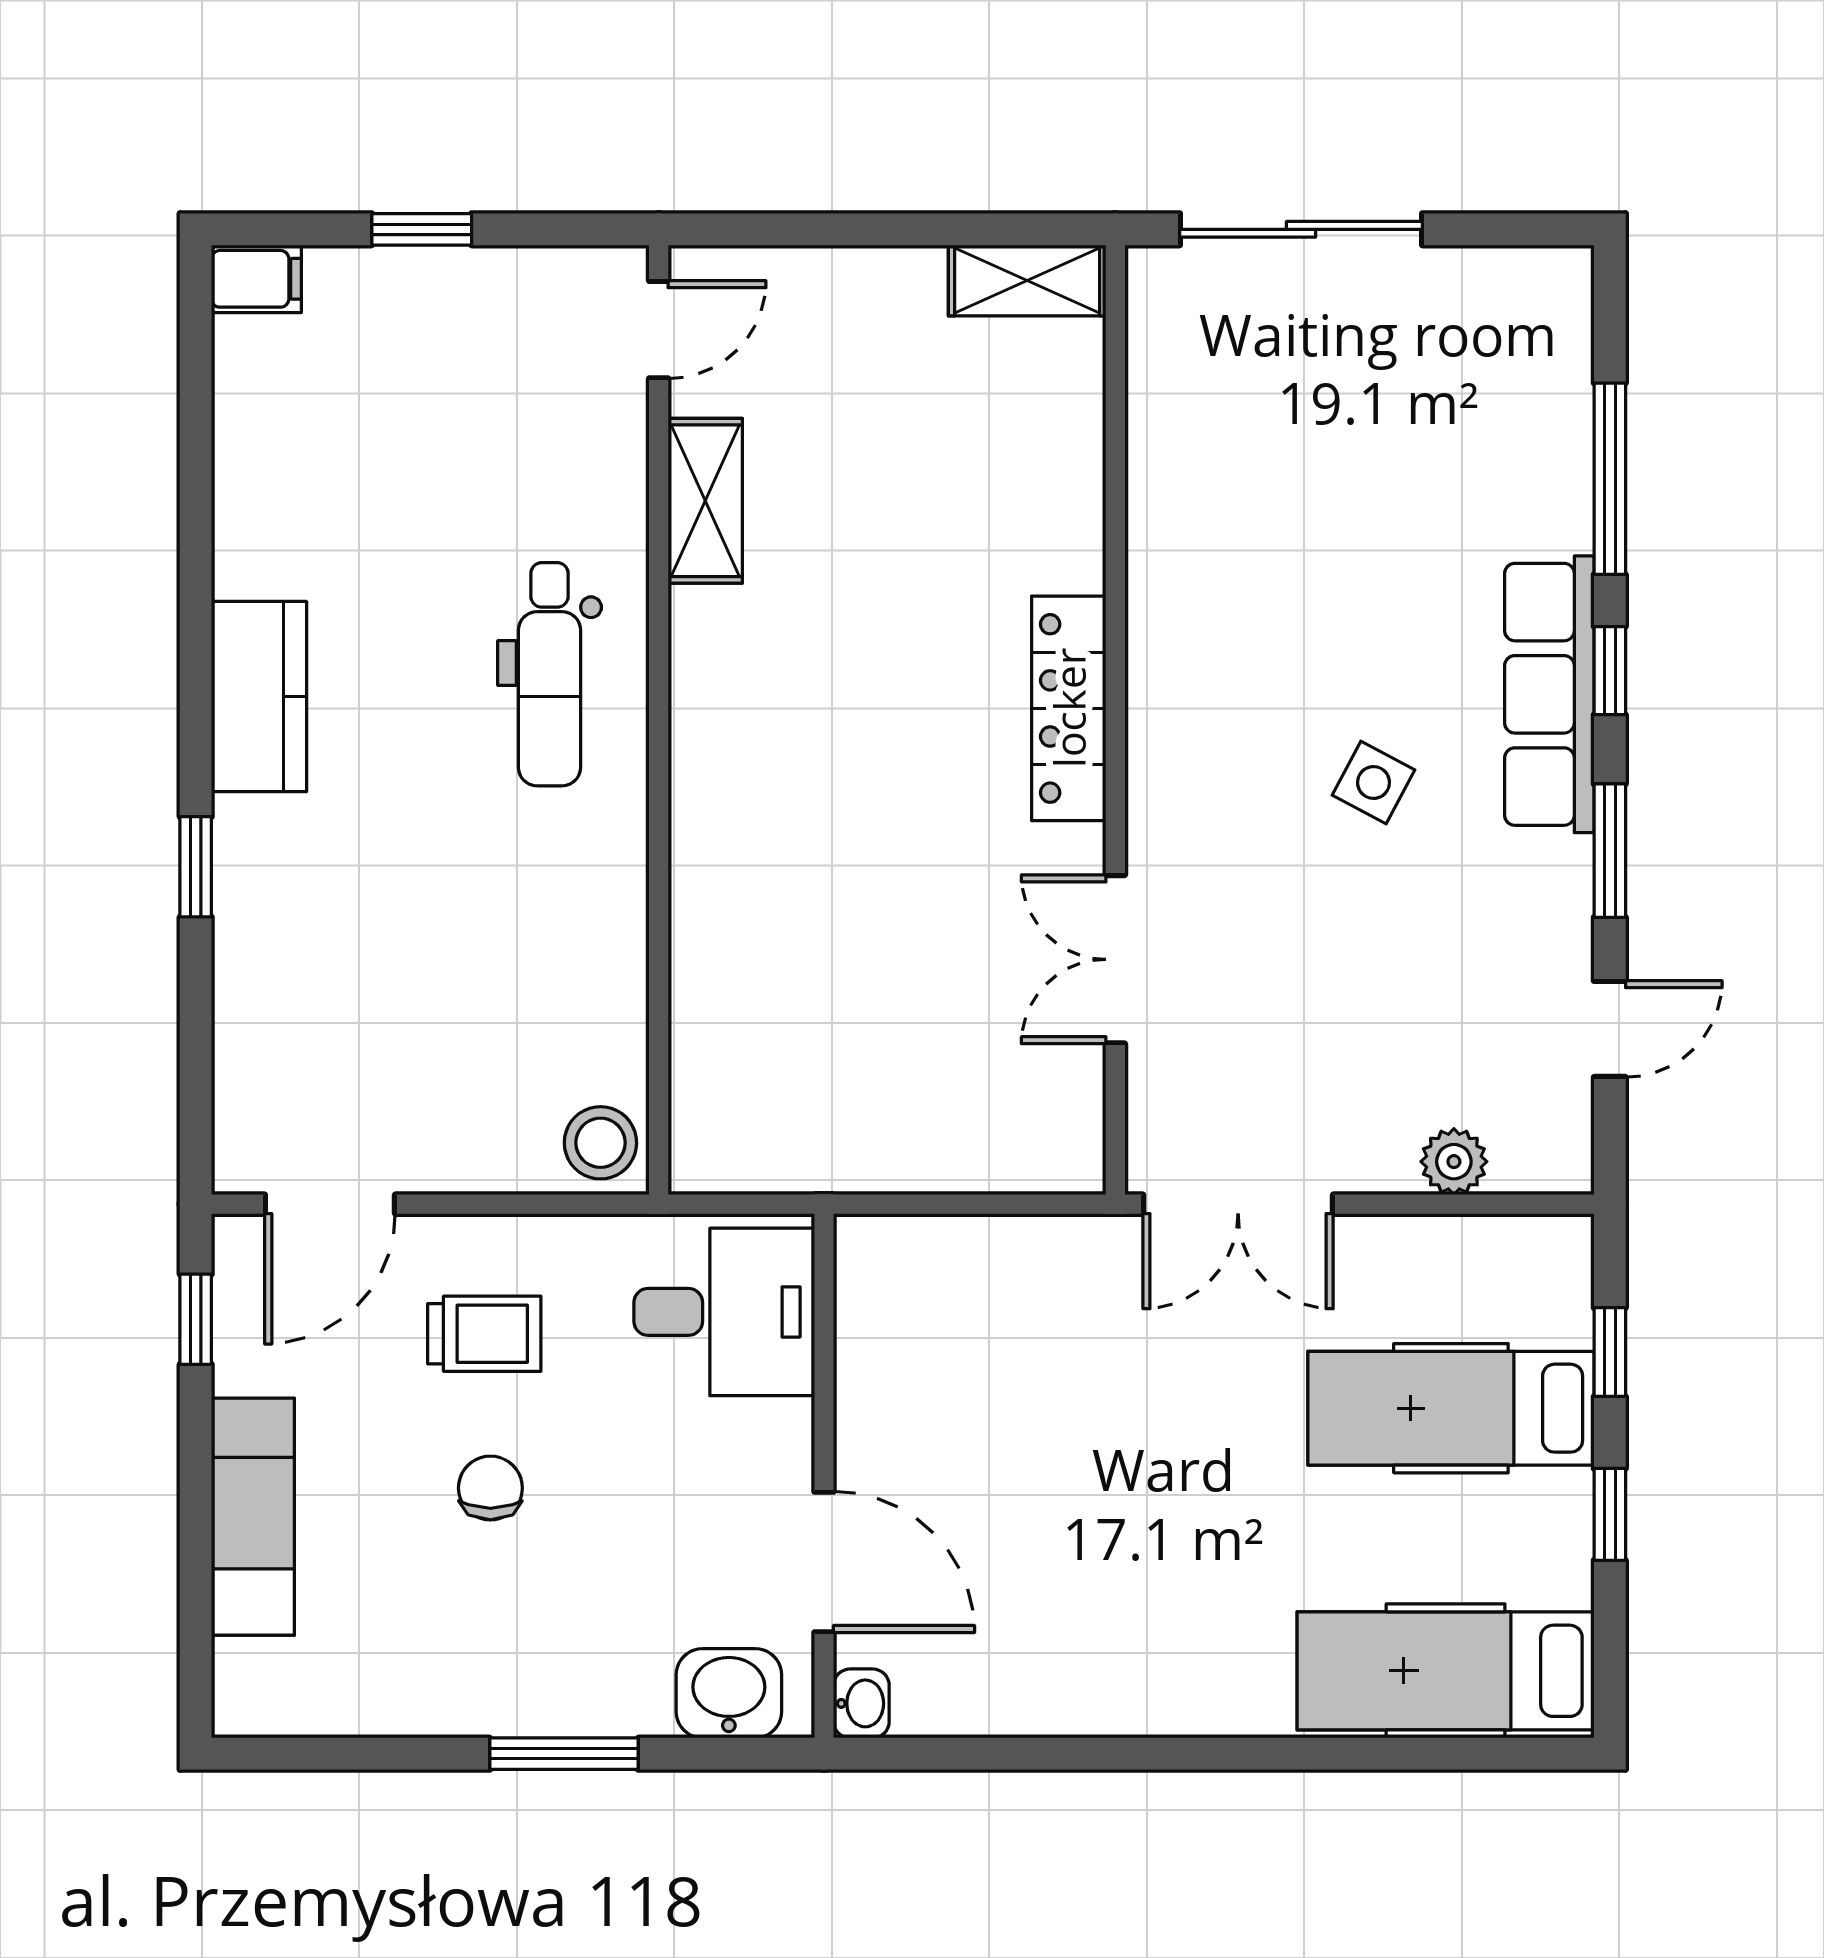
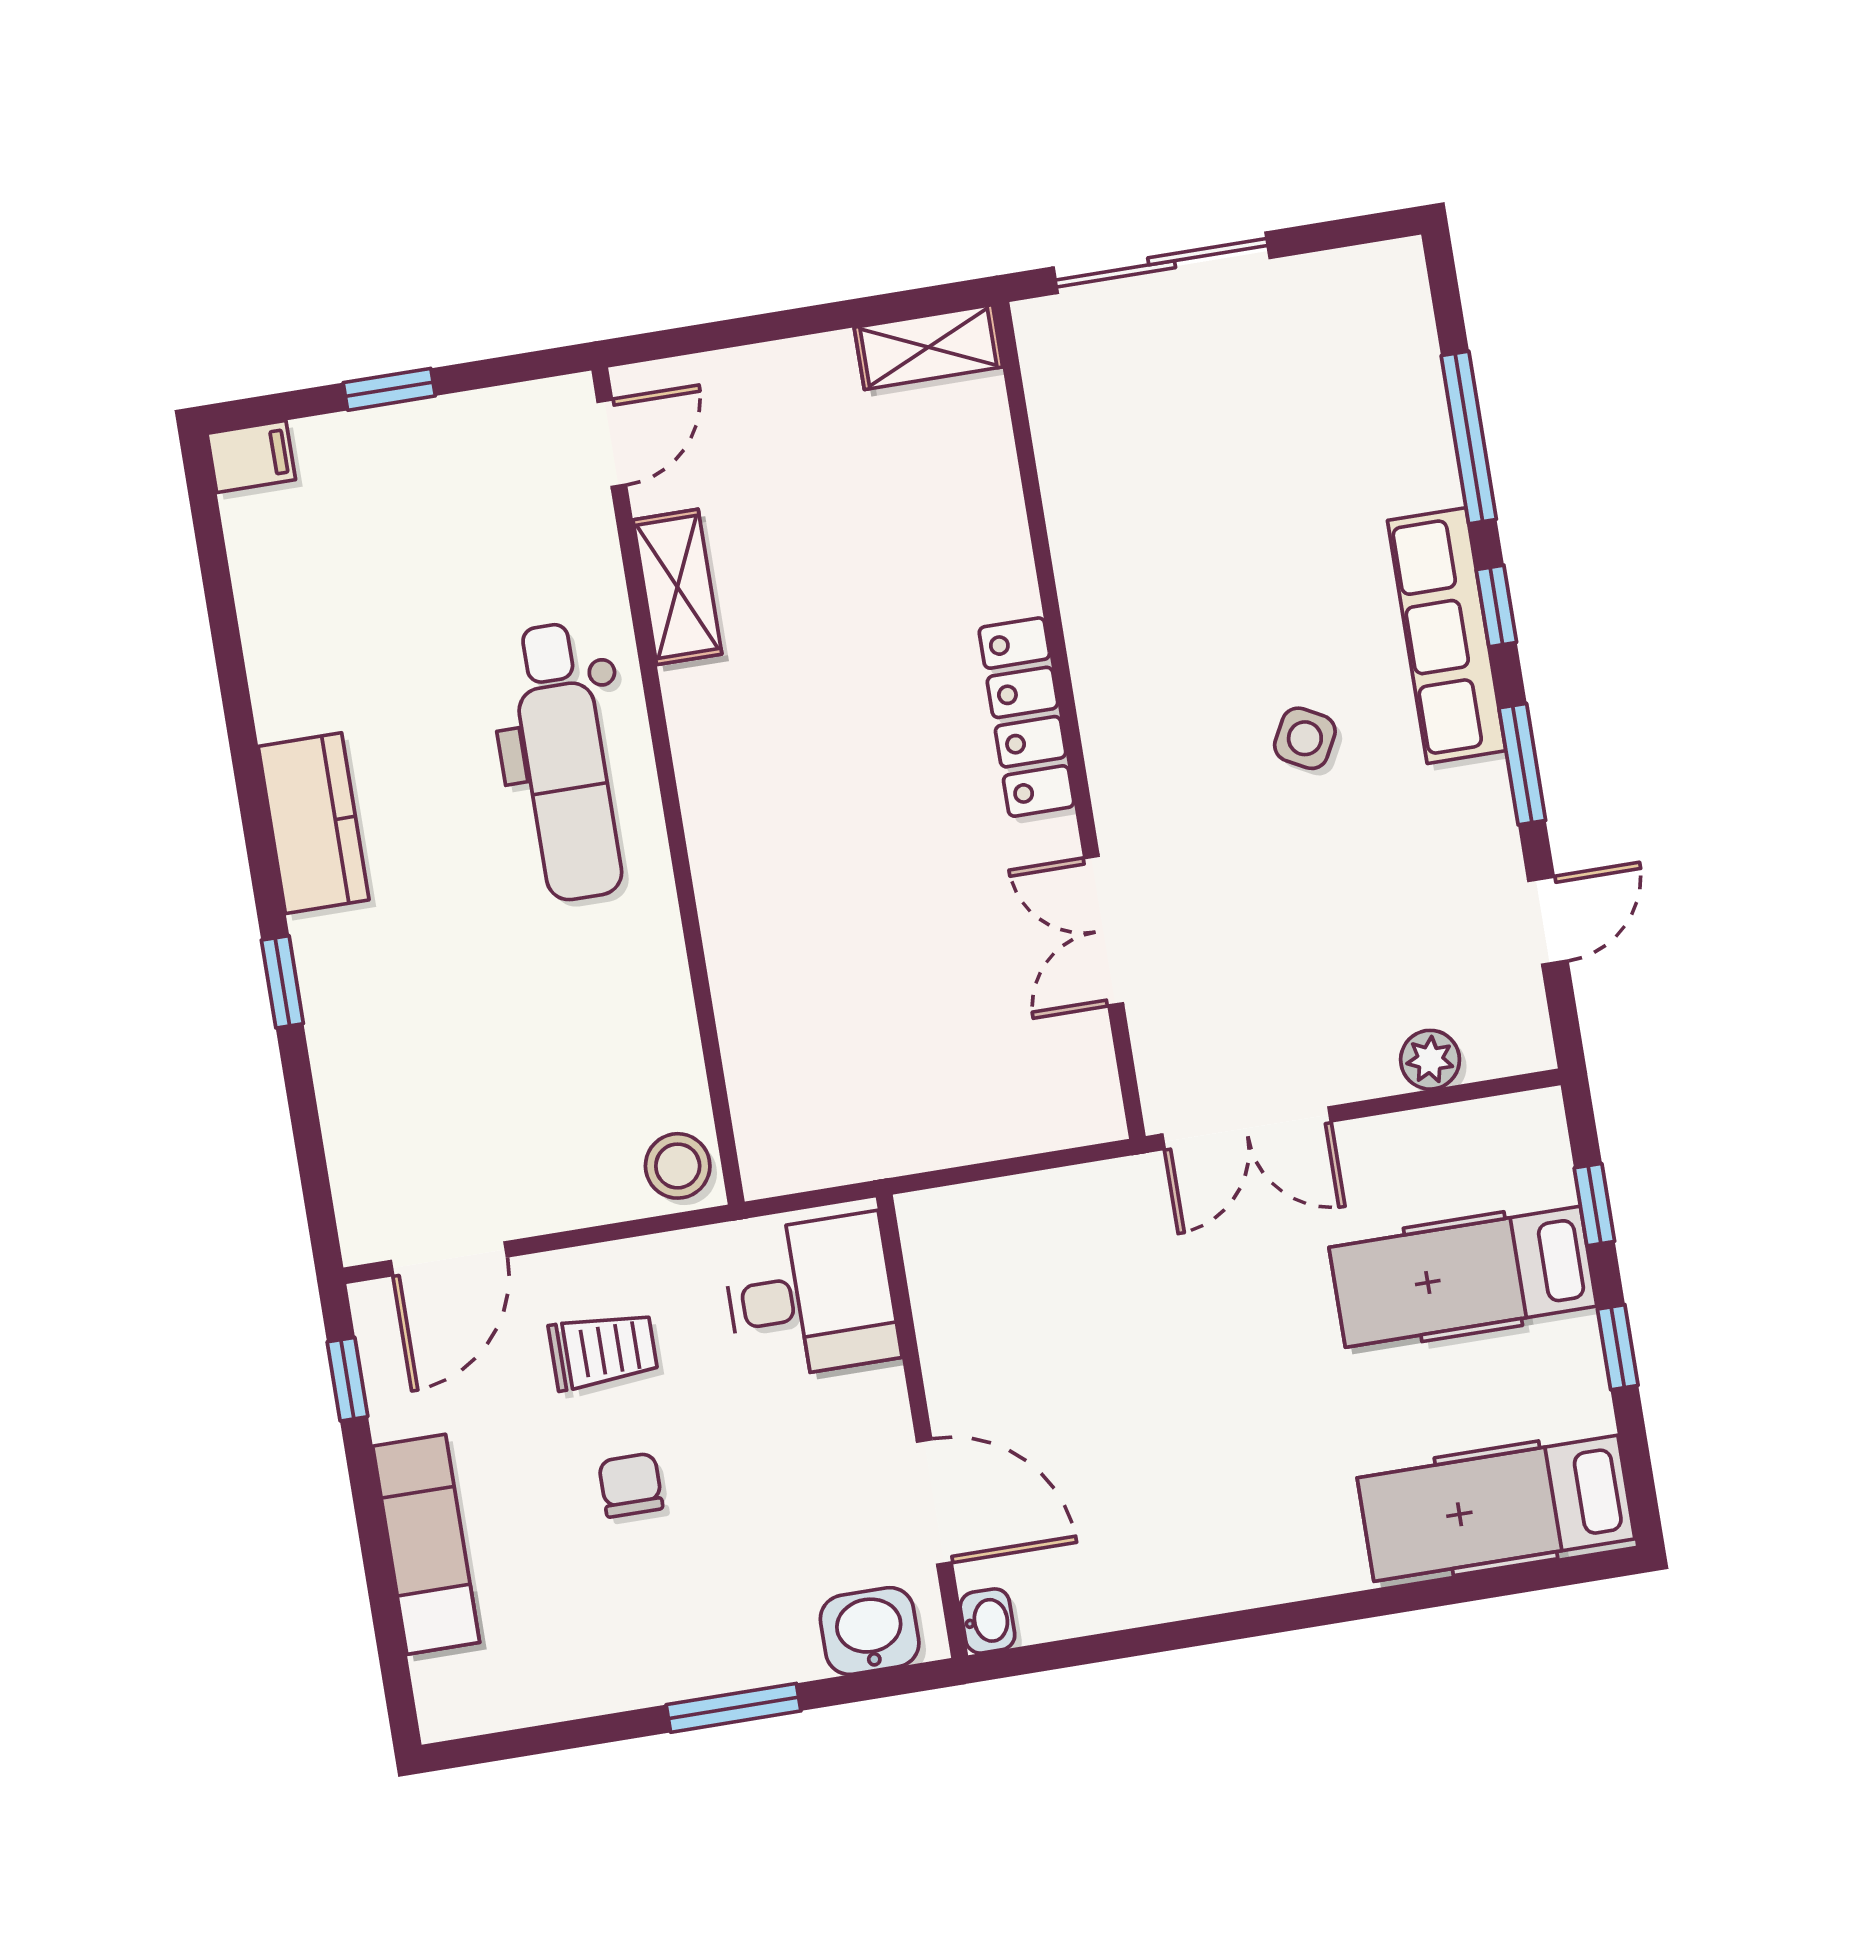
dental chair: (550, 674) -> (566, 762), width x1.36, depth x1.38

